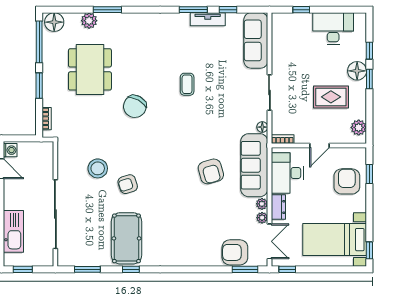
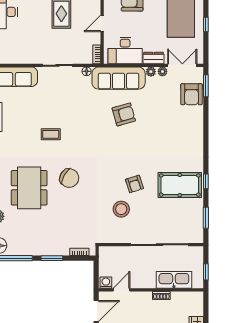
dining table: (90, 69) -> (29, 188), moved, turned 90
door: (319, 146) -> (102, 23), swing flipped
window: (287, 269) -> (206, 24), moved

